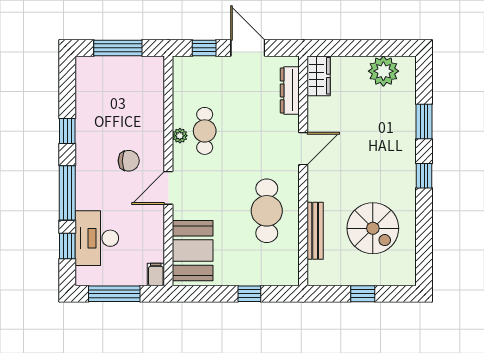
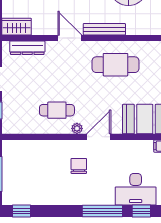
window: (67, 131) -> (22, 211), moved
plant: (180, 136) -> (77, 128), moved
door: (168, 188) -> (99, 137), swing flipped
bench: (315, 231) -> (104, 29), moved

